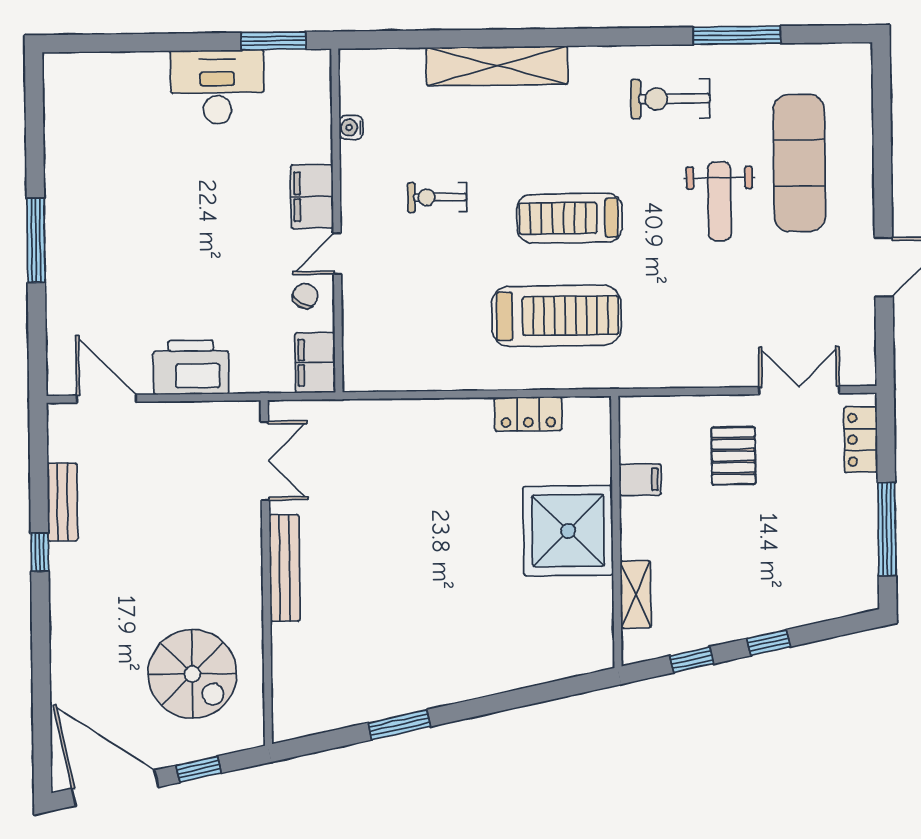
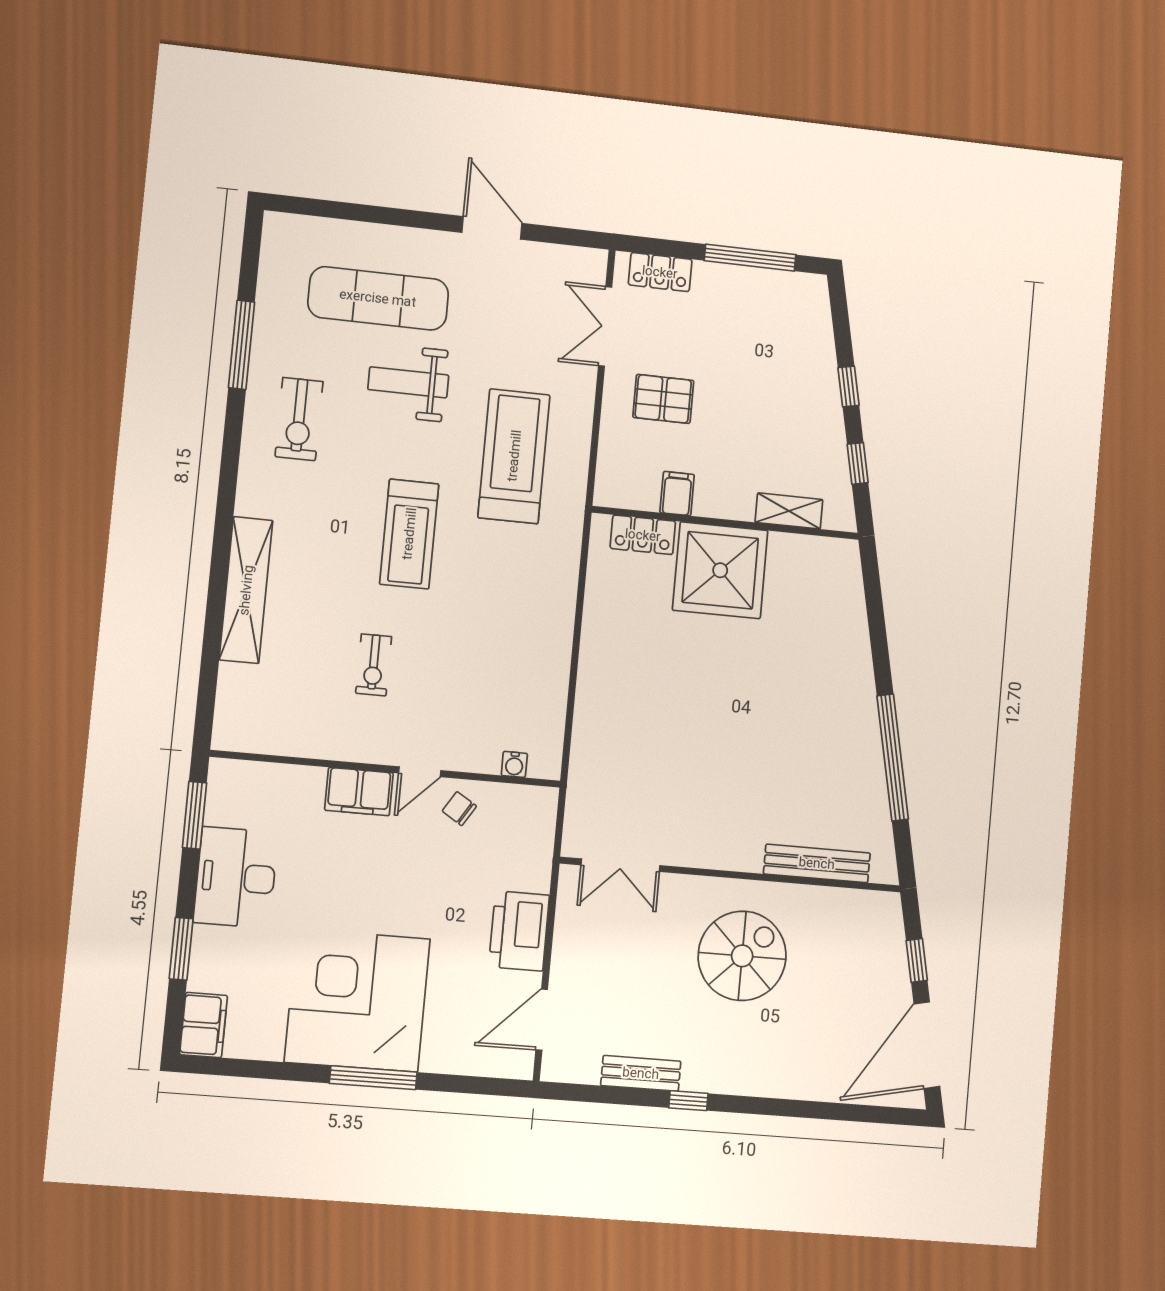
window: (144, 42) -> (181, 949), added
water cooler: (351, 127) -> (514, 764), moved
weight bench: (719, 201) -> (408, 382), turned 180
corner desk: (109, 217) -> (357, 1000), added
door: (337, 254) -> (420, 772), hinge flipped
treadmill: (556, 316) -> (514, 456), moved
filing cabinet: (315, 363) -> (204, 1025), moved, turned -90
locker: (528, 414) -> (643, 535), moved, turned 90
double door: (265, 461) -> (621, 865), swing flipped
bench: (285, 568) -> (817, 863), moved
spiral stairs: (192, 674) -> (742, 956), moved
window: (399, 725) -> (893, 757), width x2.11

